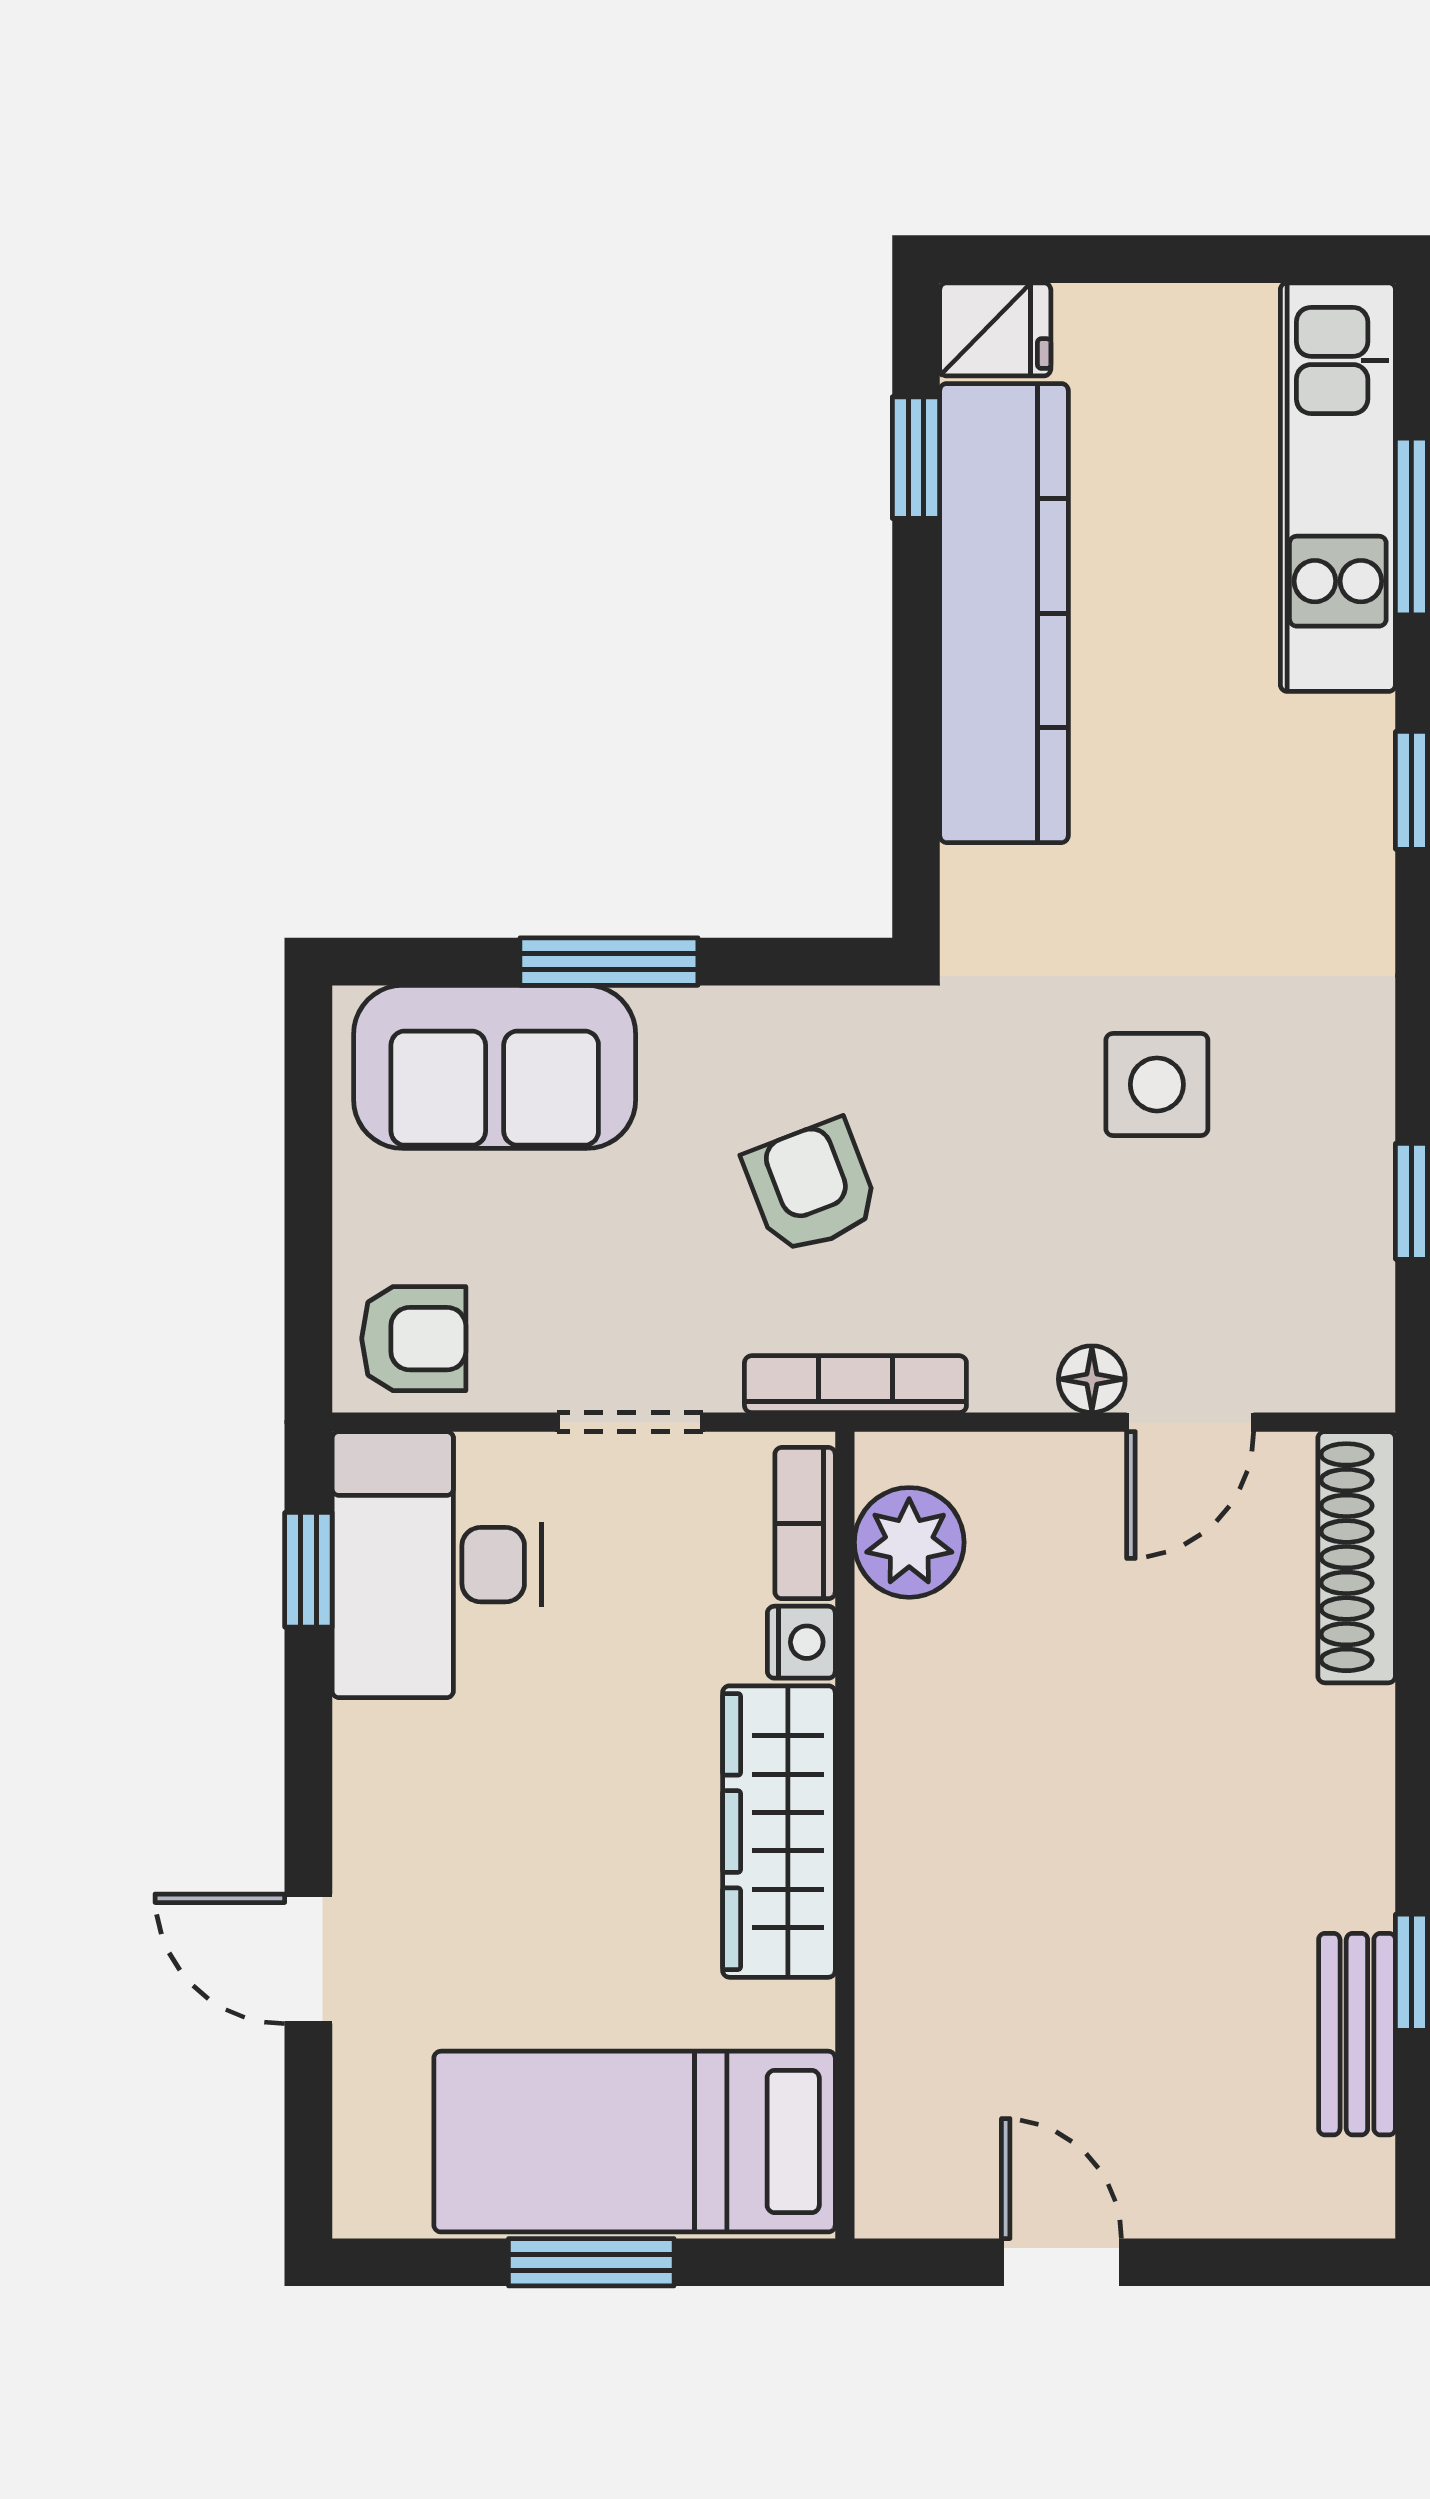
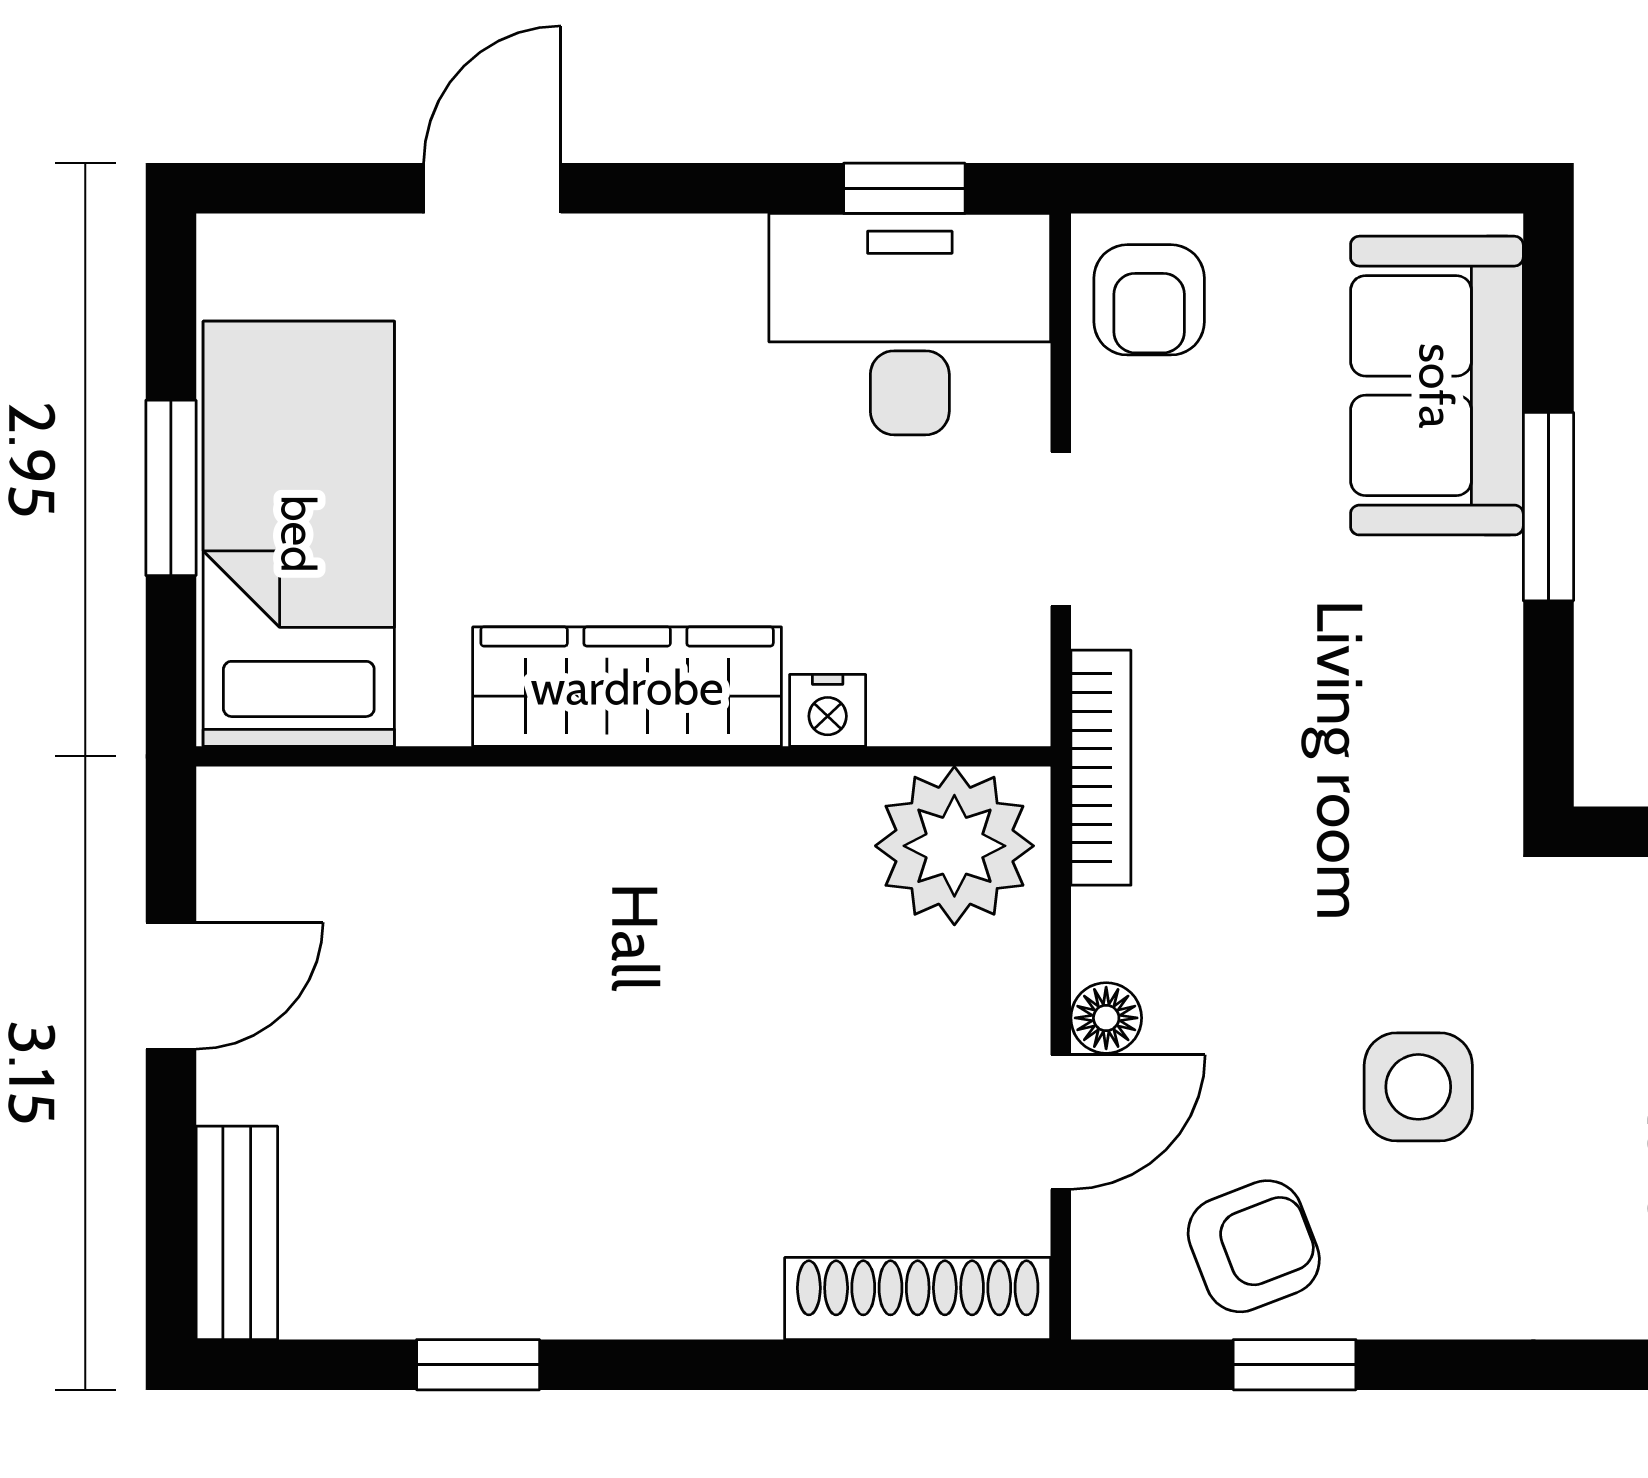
armchair: (811, 1187) -> (1254, 1246), moved
door: (1190, 1422) -> (1061, 1122), swing flipped
bookcase: (805, 1523) -> (954, 714), removed
plant: (909, 1542) -> (954, 846), width x1.36, depth x1.36
bench: (1357, 2034) -> (237, 1233), moved, turned 90

